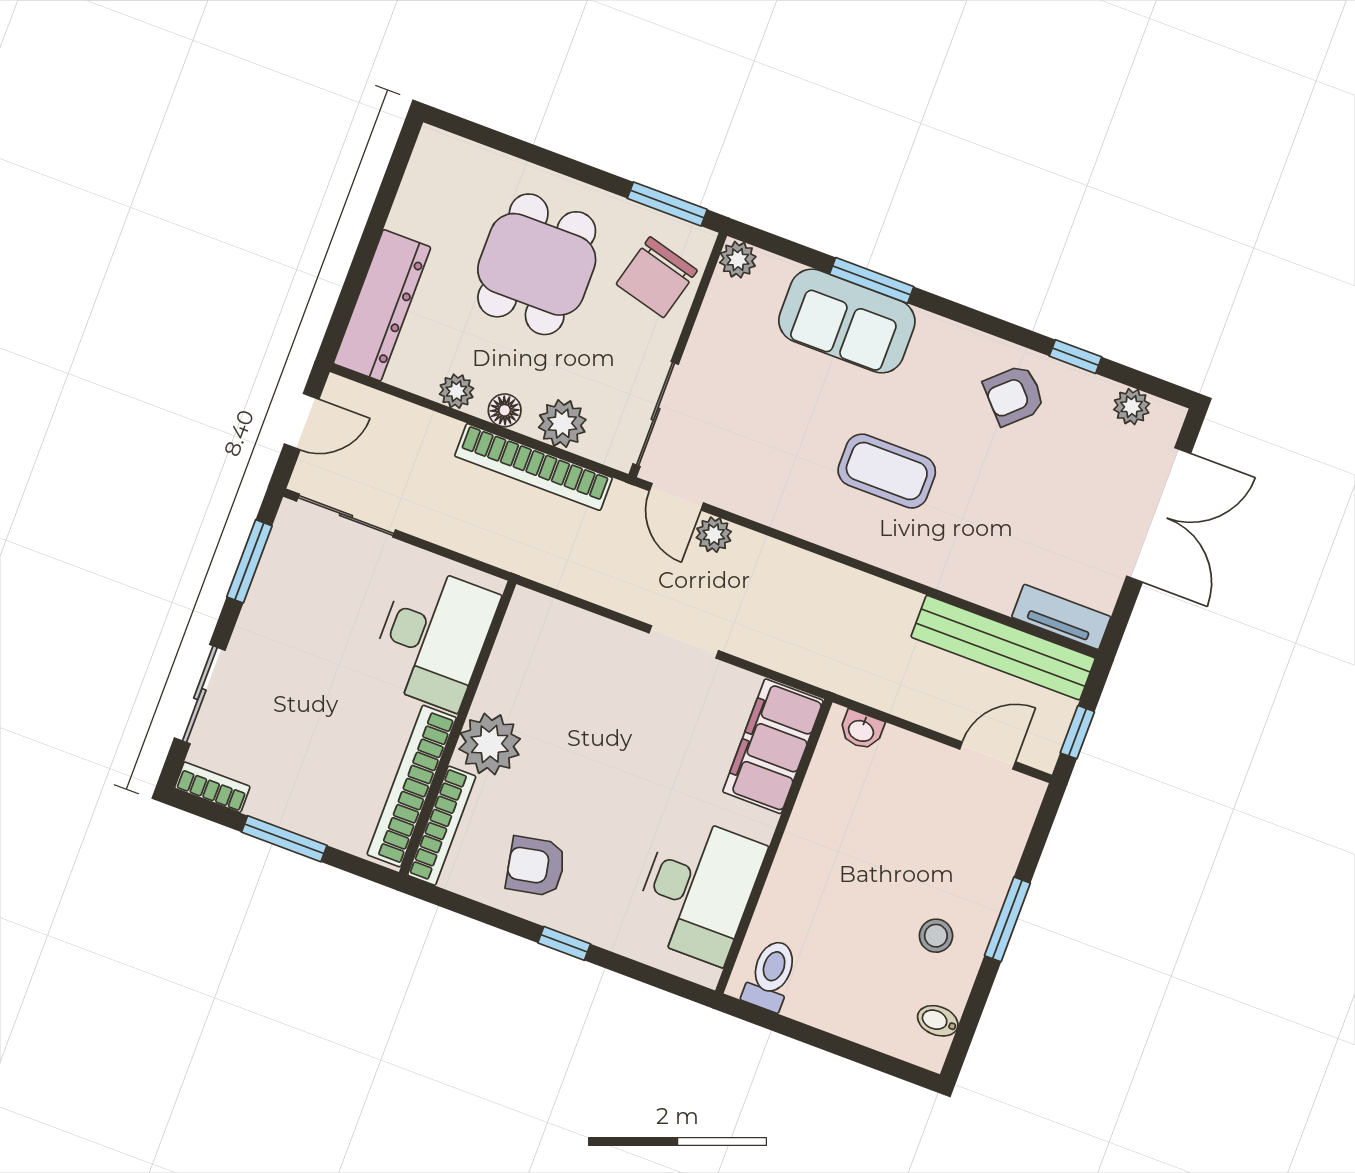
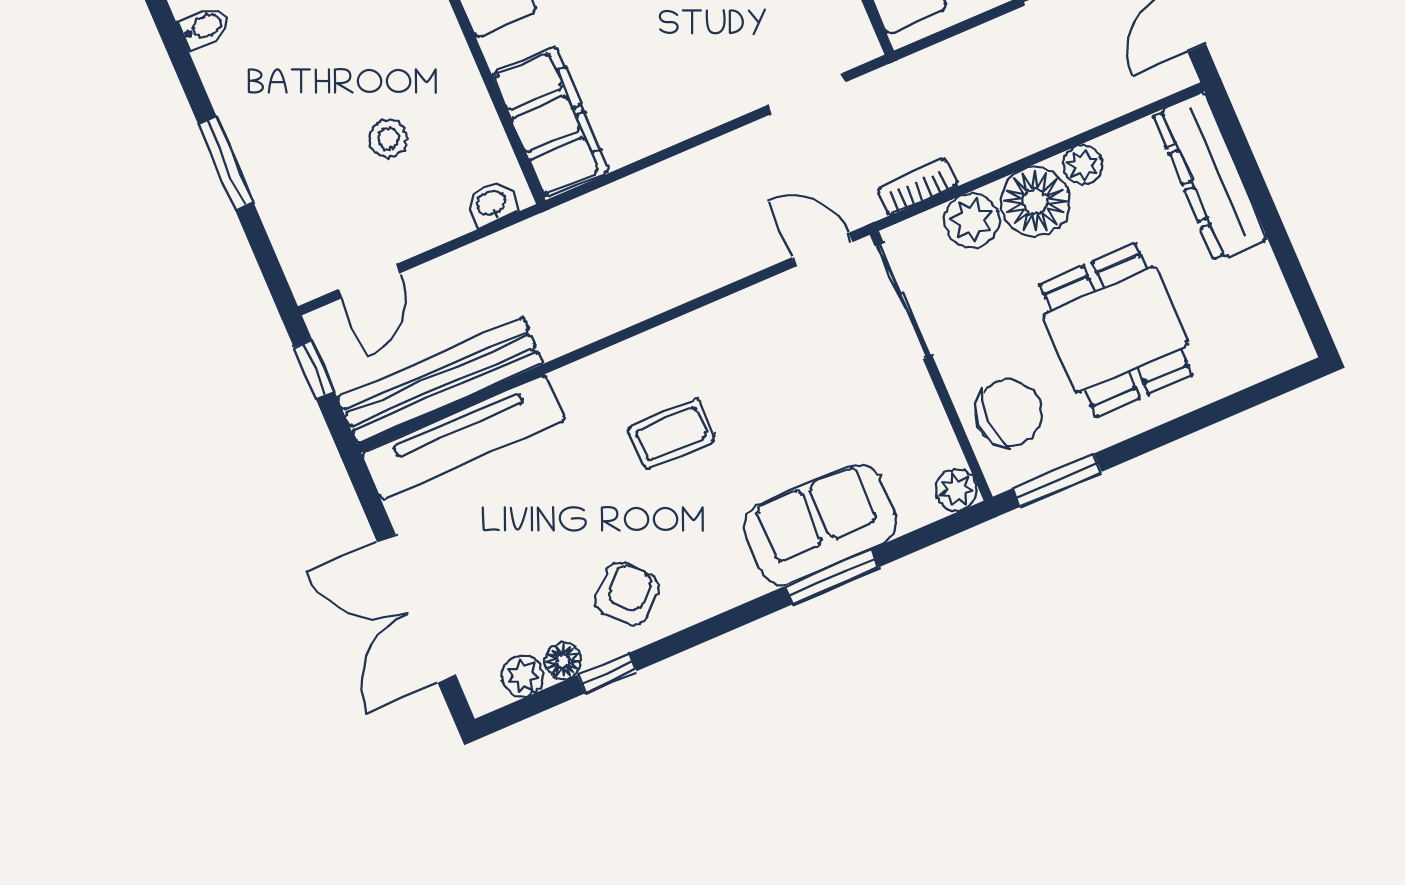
chair: (657, 277) -> (1009, 413), turned 75
floor lamp: (1097, 391) -> (563, 661), added
floor lamp: (505, 410) -> (1035, 202), width x1.89, depth x1.89
bookcase: (534, 467) -> (918, 187), width x0.43, depth x0.76
coffee table: (887, 471) -> (672, 434), width x0.73, depth x0.77
plant: (714, 535) -> (763, 248), removed
tv unit: (1061, 617) -> (463, 437), width x1.92, depth x1.29
doorway: (684, 642) -> (807, 94), moved
stool: (936, 936) -> (388, 139), moved

